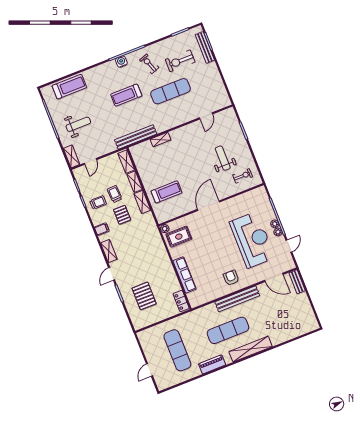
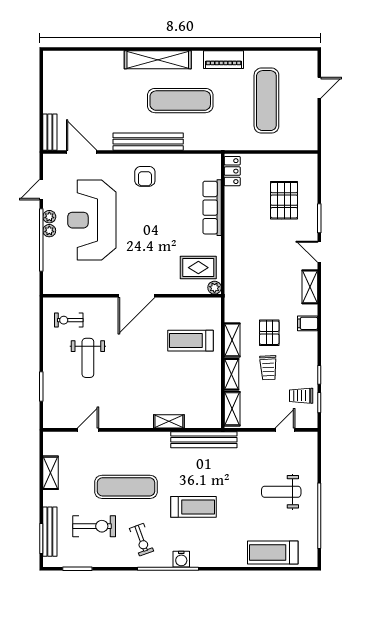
shelving: (72, 156) -> (51, 473), moved
trolley: (98, 202) -> (301, 396), moved
door: (112, 274) -> (319, 252), swing flipped

